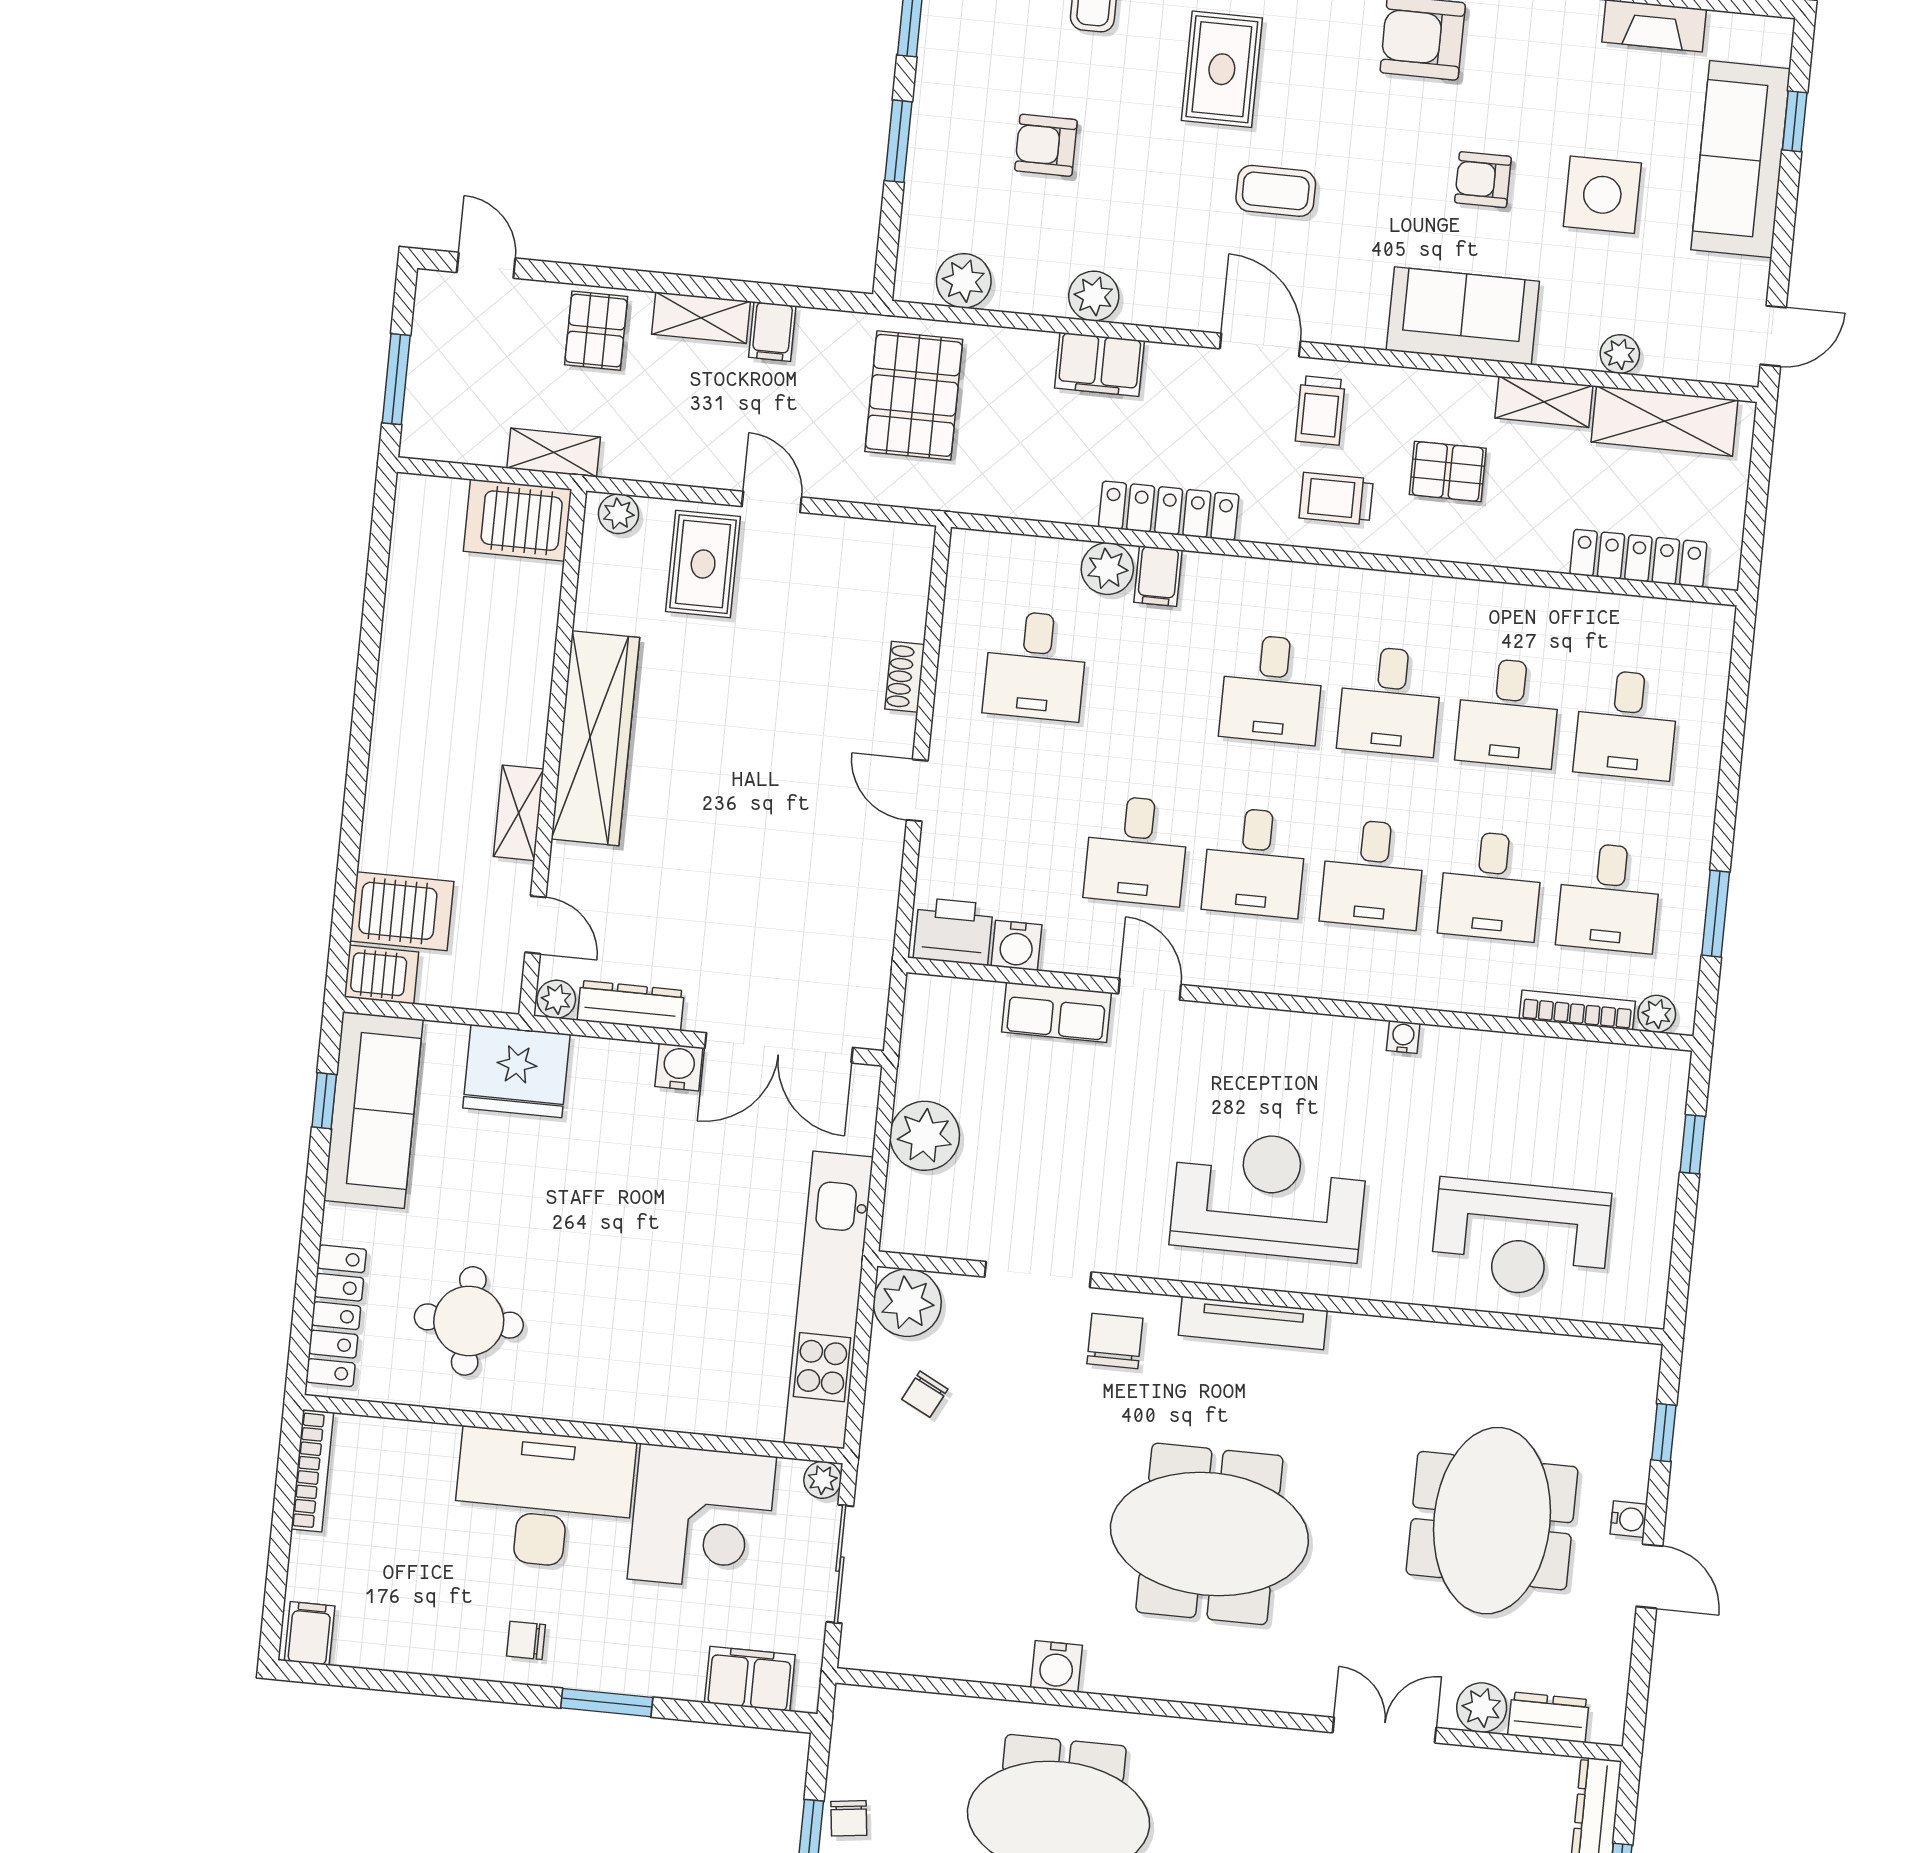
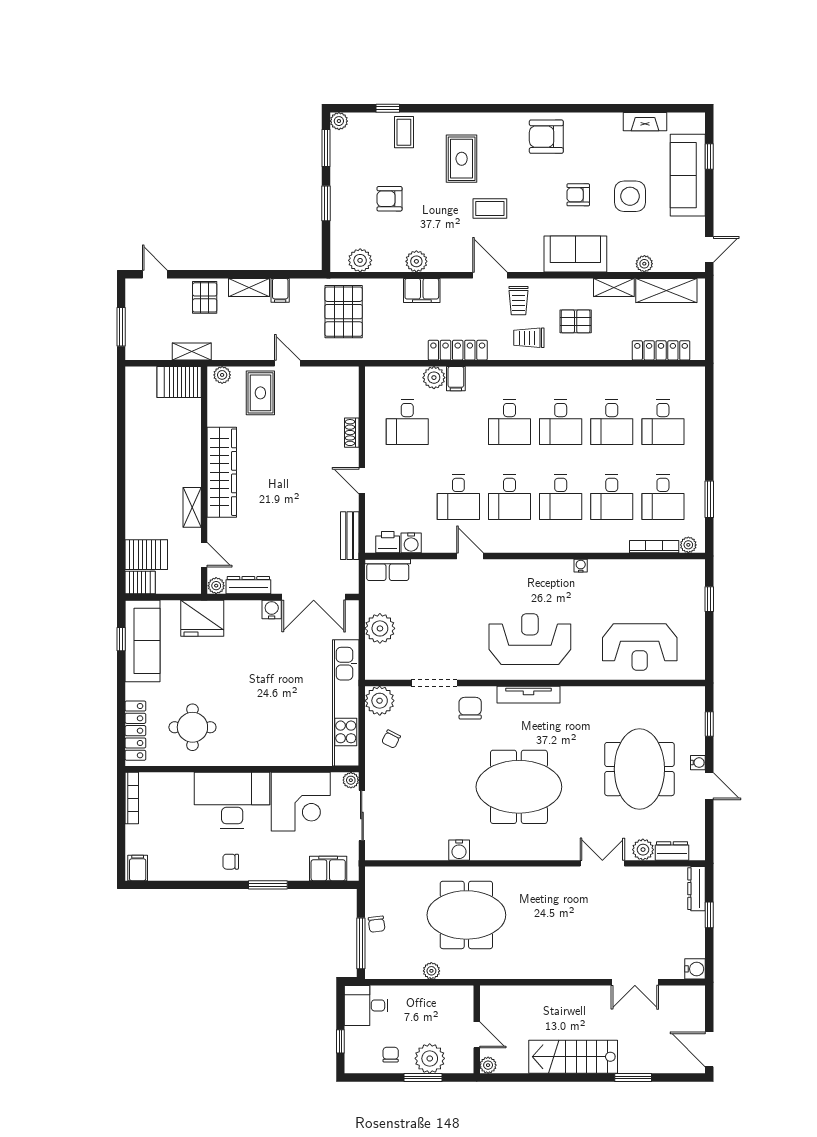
bench: (876, 914) -> (350, 536), added
printer: (953, 931) -> (388, 542), width x0.73, depth x0.81
row of seats: (1056, 1012) -> (388, 570), moved

